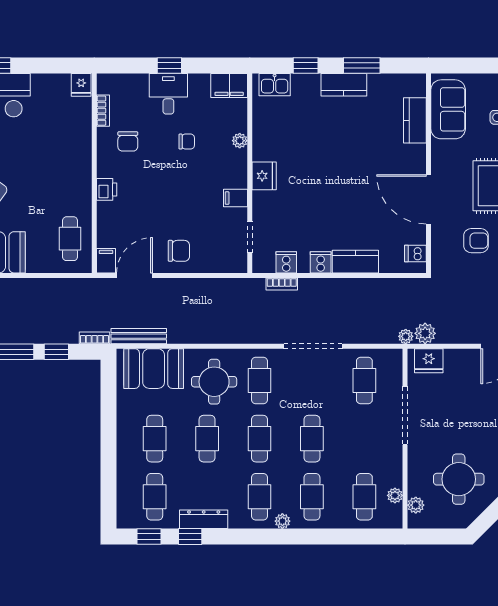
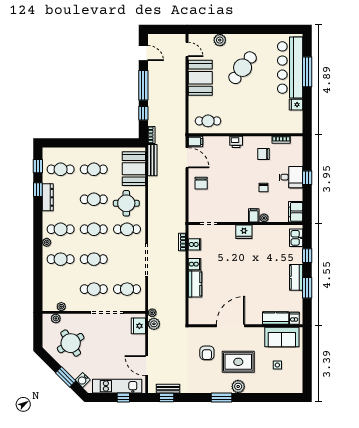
fridge: (81, 85) -> (296, 105), moved
filing cabinet: (235, 198) -> (254, 215), moved
dishwasher: (415, 254) -> (294, 318), moved
round table: (459, 479) -> (71, 343), turned -32
cafe table: (364, 497) -> (94, 289), moved

